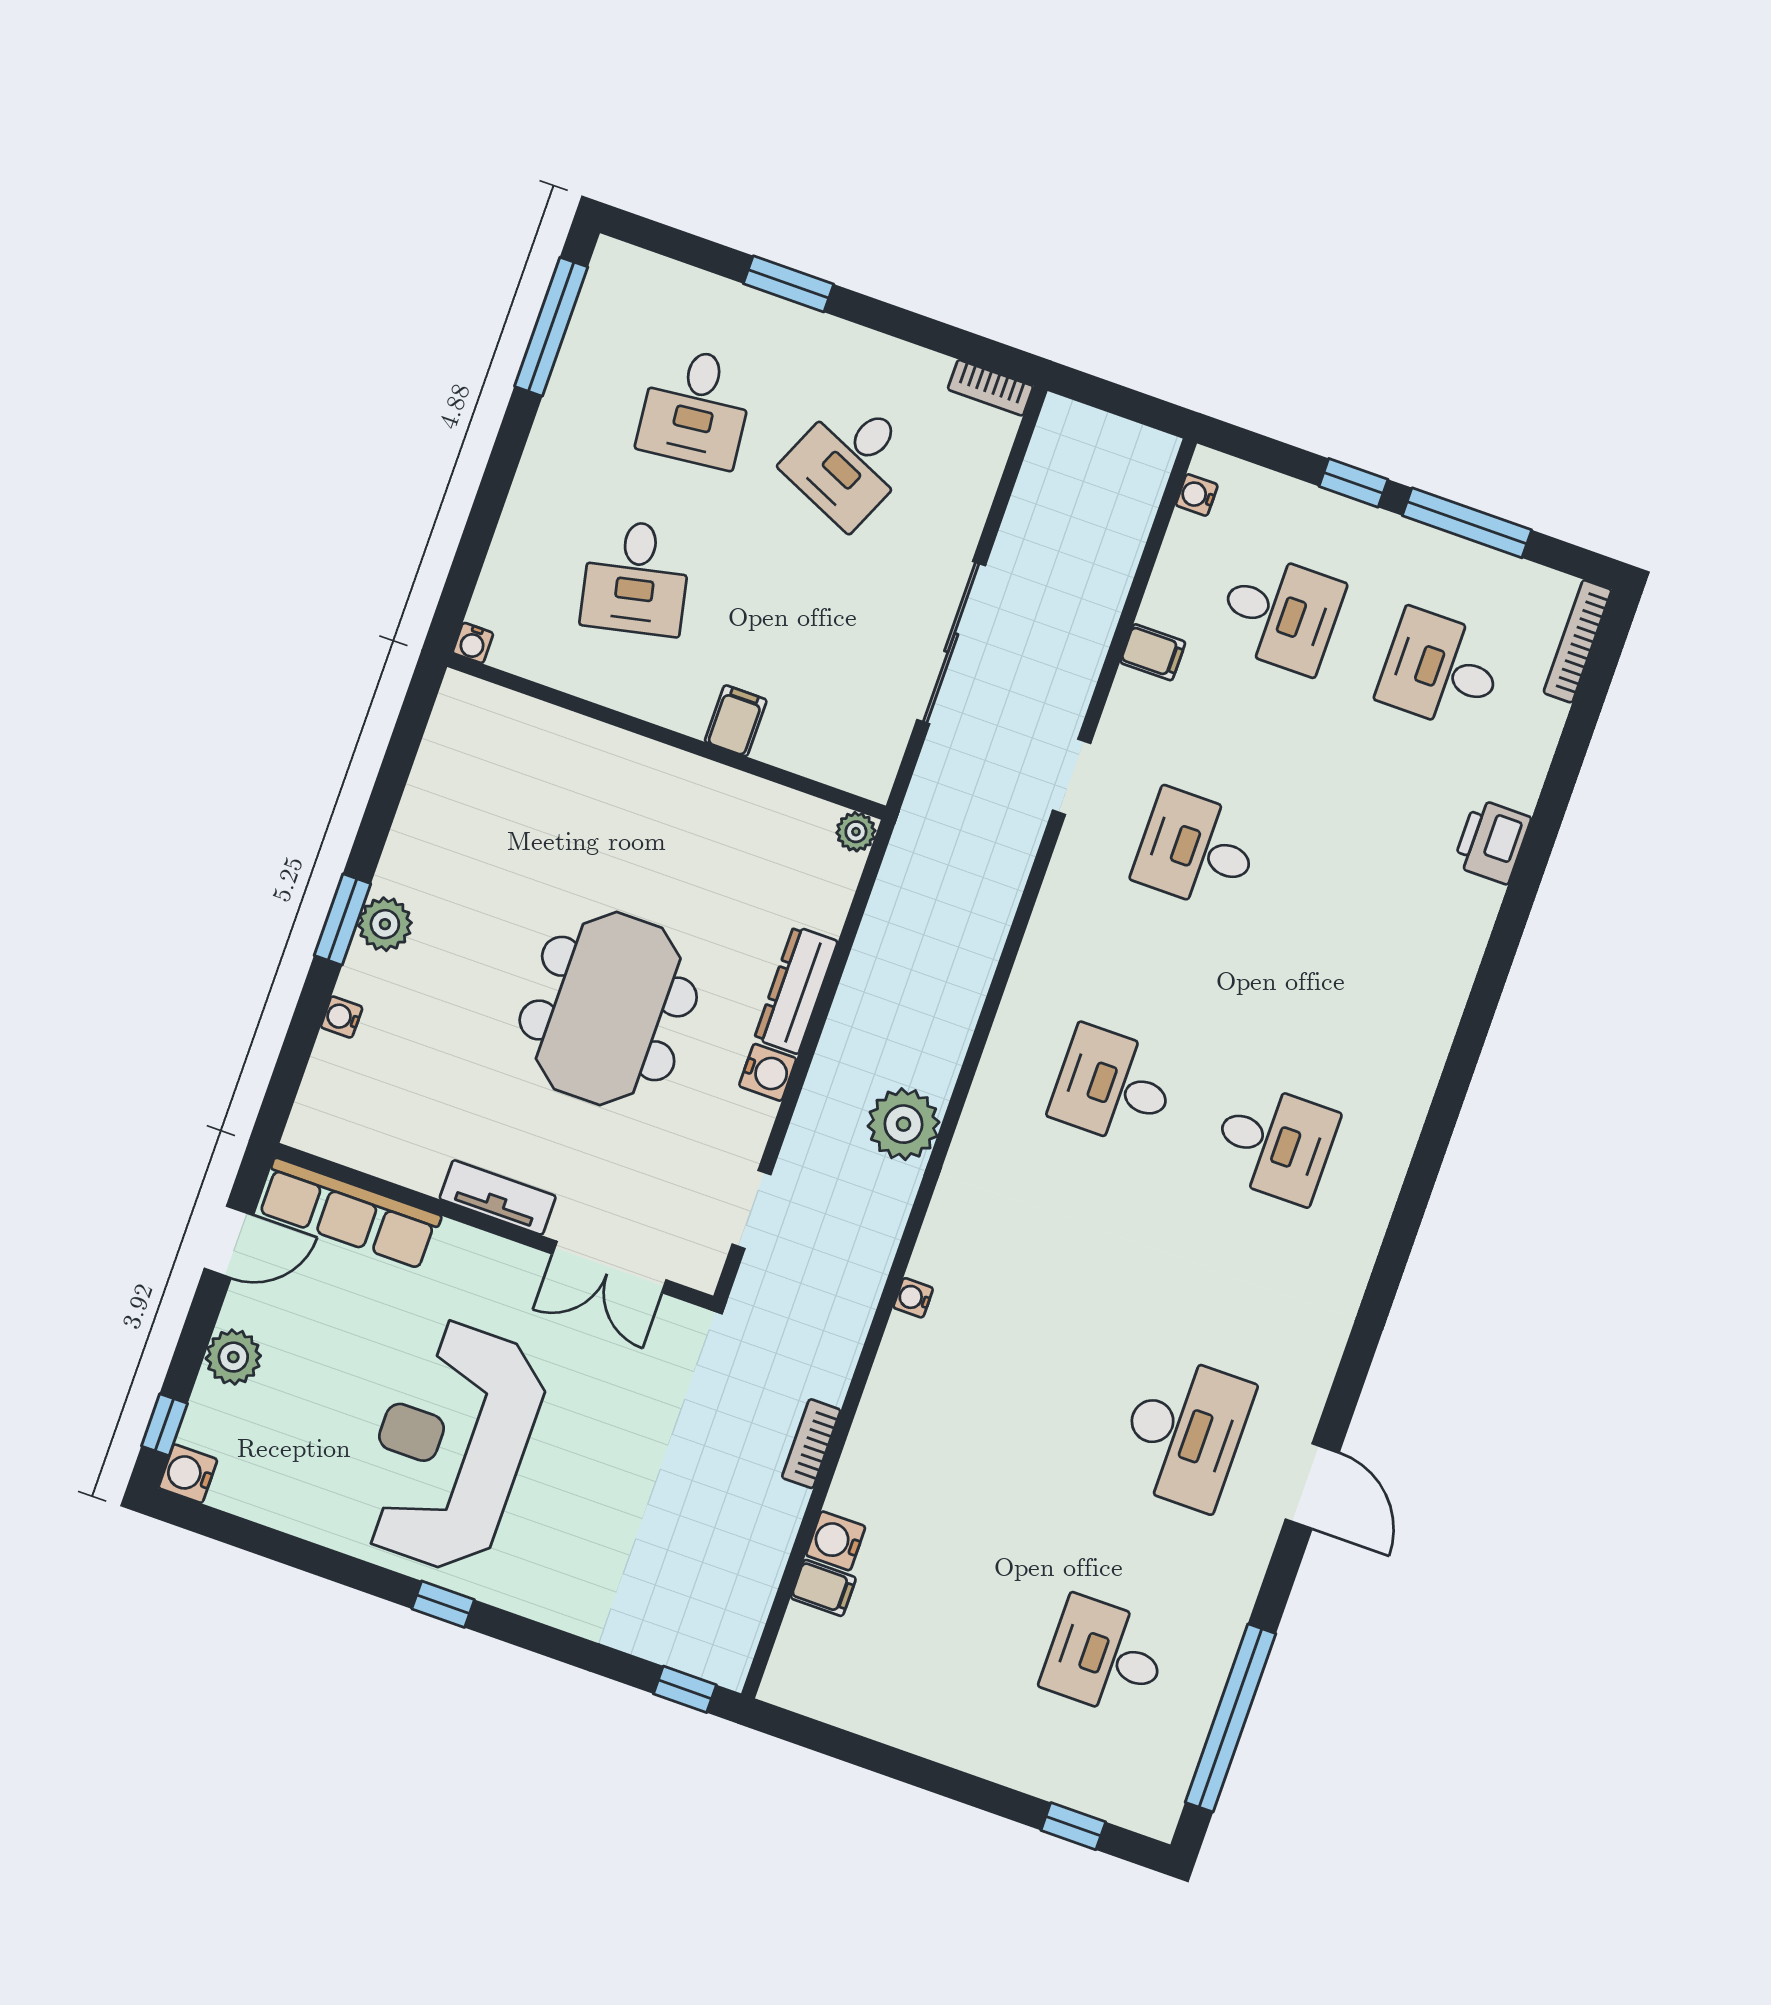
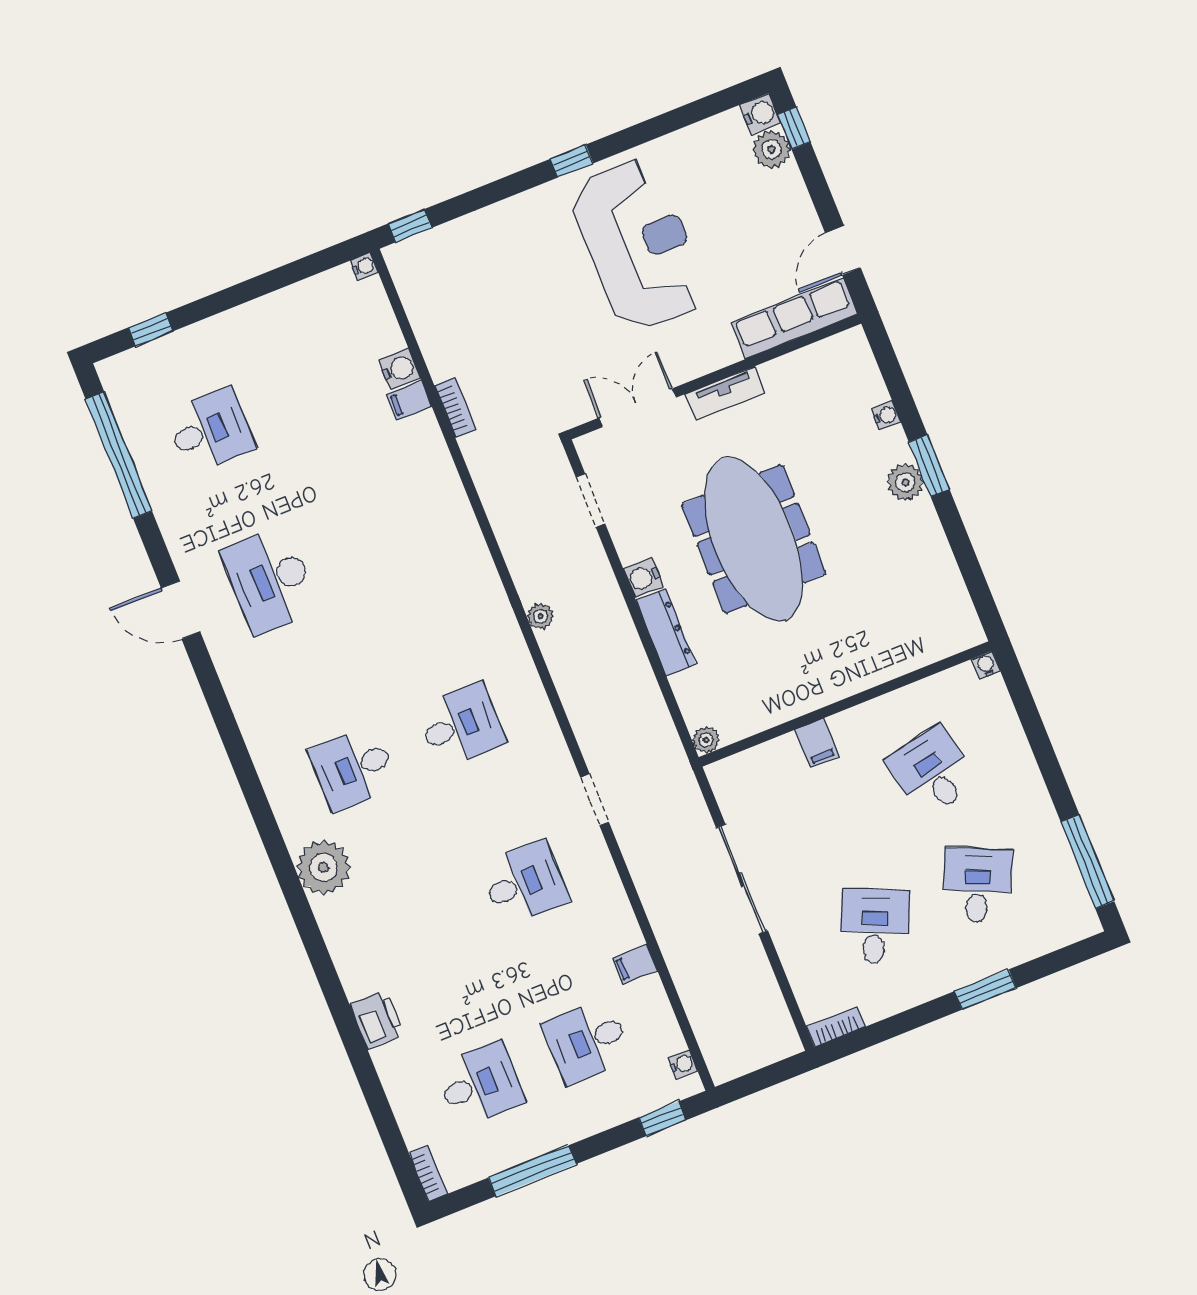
desk: (696, 407) -> (978, 885), turned 30
window: (1353, 483) -> (662, 1119), moved
bookcase: (1578, 641) -> (428, 1173), width x0.64
doorway: (1072, 777) -> (595, 800), moved
meeting table: (608, 1008) -> (754, 539), width x1.36
plant: (1404, 1062) -> (323, 867), added
plant: (904, 1124) -> (541, 616), width x0.53, depth x0.53
water cooler: (913, 1298) -> (364, 267), moved
plant: (233, 1357) -> (771, 149), moved
filing cabinet: (823, 1588) -> (409, 400), moved

